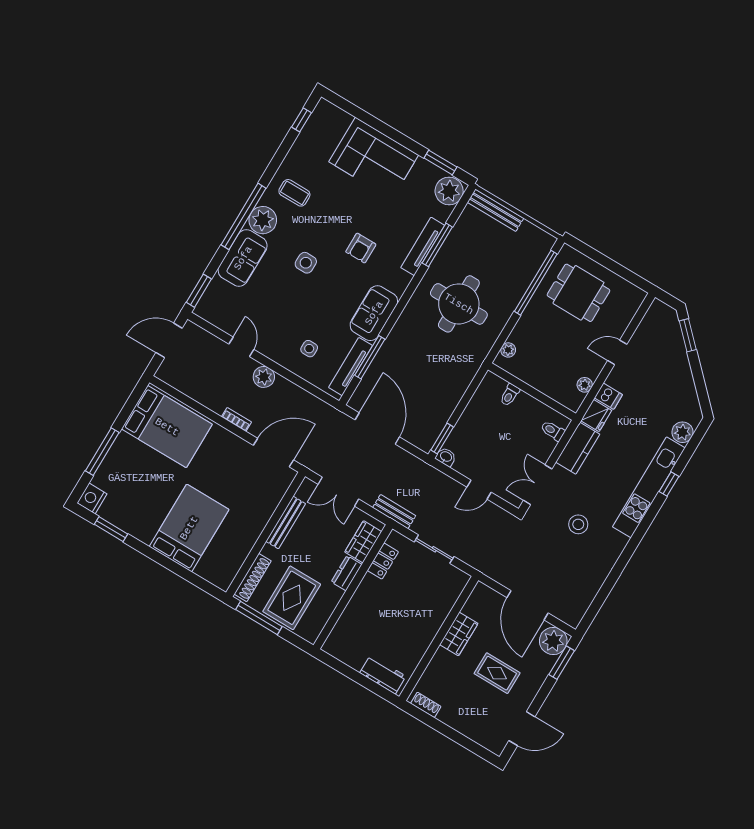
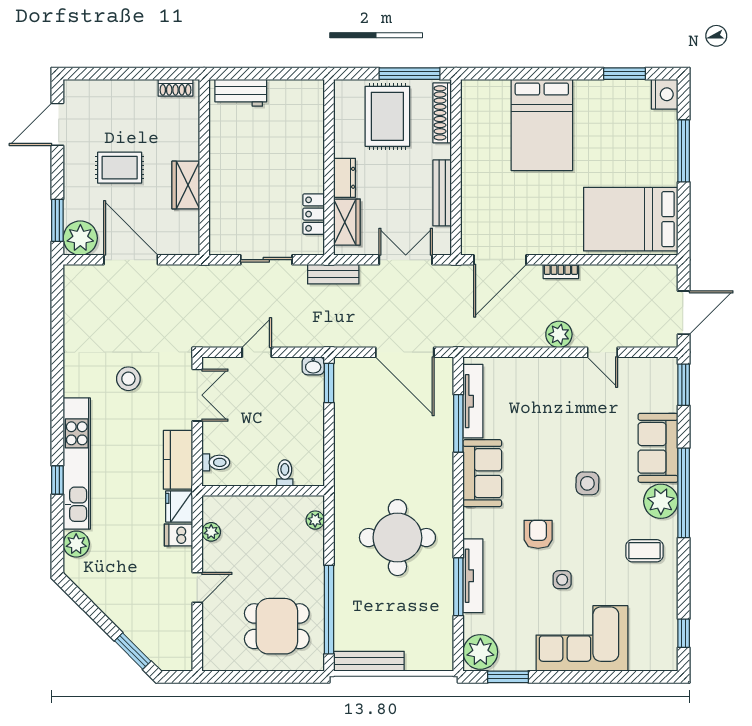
bench: (496, 210) -> (369, 661), moved
side table: (309, 349) -> (562, 580), moved

